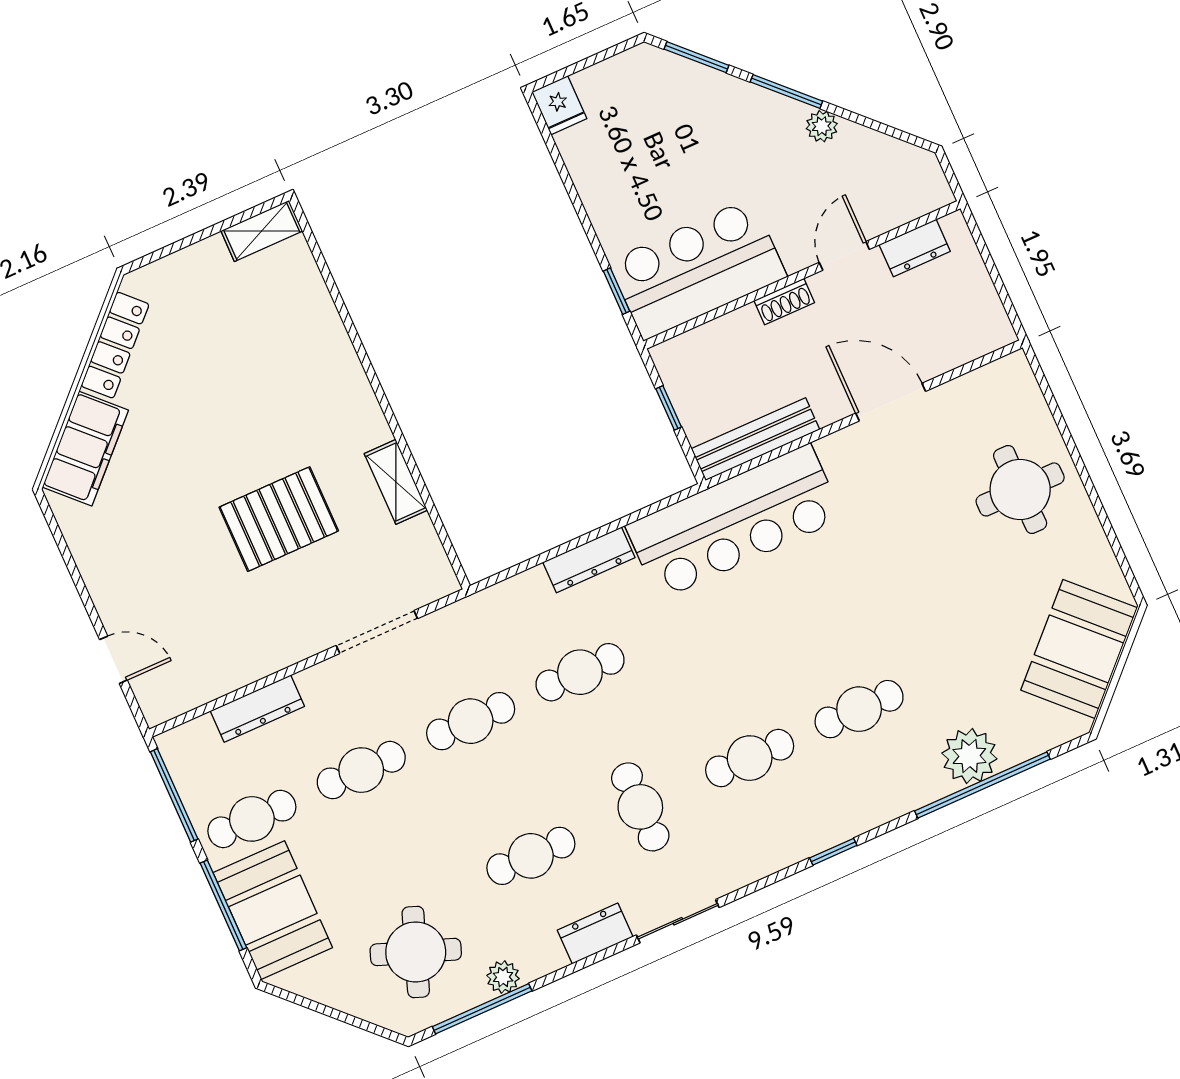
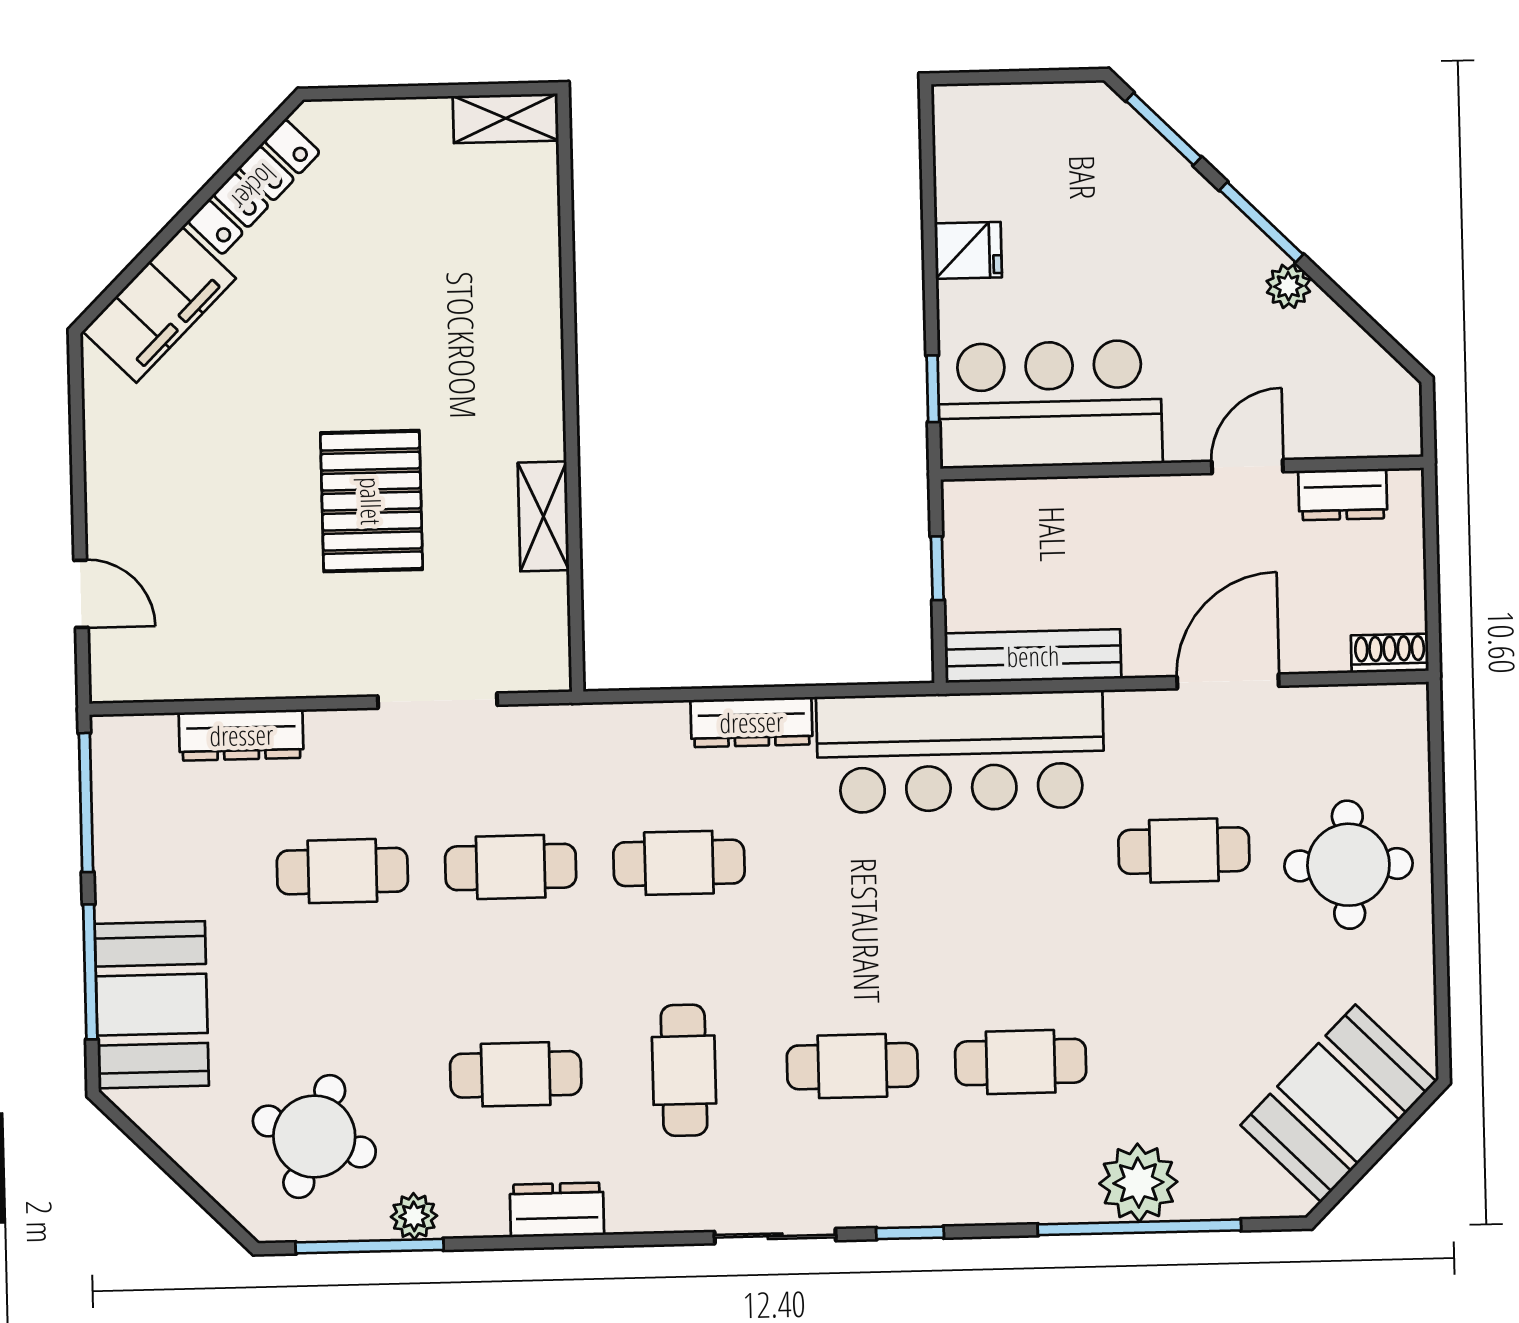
fridge: (559, 105) -> (968, 250), moved, turned -90
shoe rack: (784, 302) -> (1390, 653), moved, turned 180
door: (891, 402) -> (1228, 681), hinge flipped
pallet: (279, 519) -> (371, 501), turned 90
cafe table: (252, 819) -> (1184, 851), moved
sliding door: (678, 921) -> (775, 1236), moved

